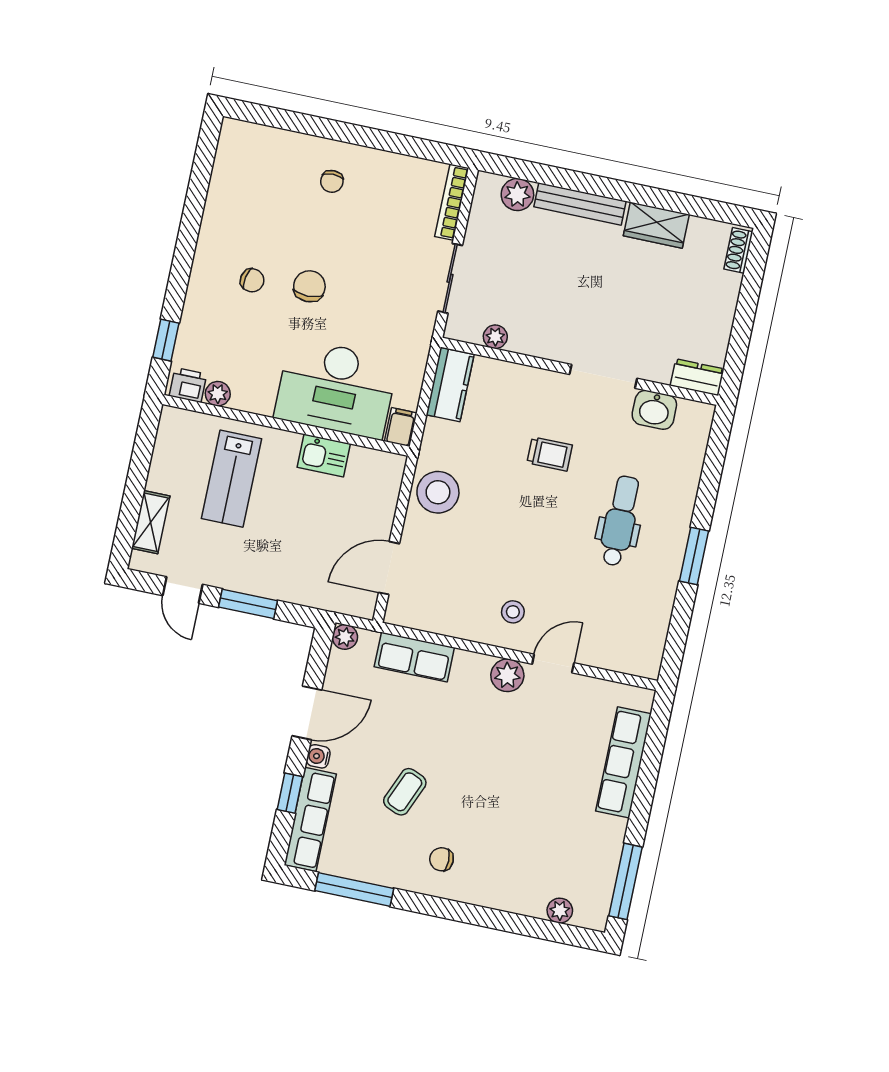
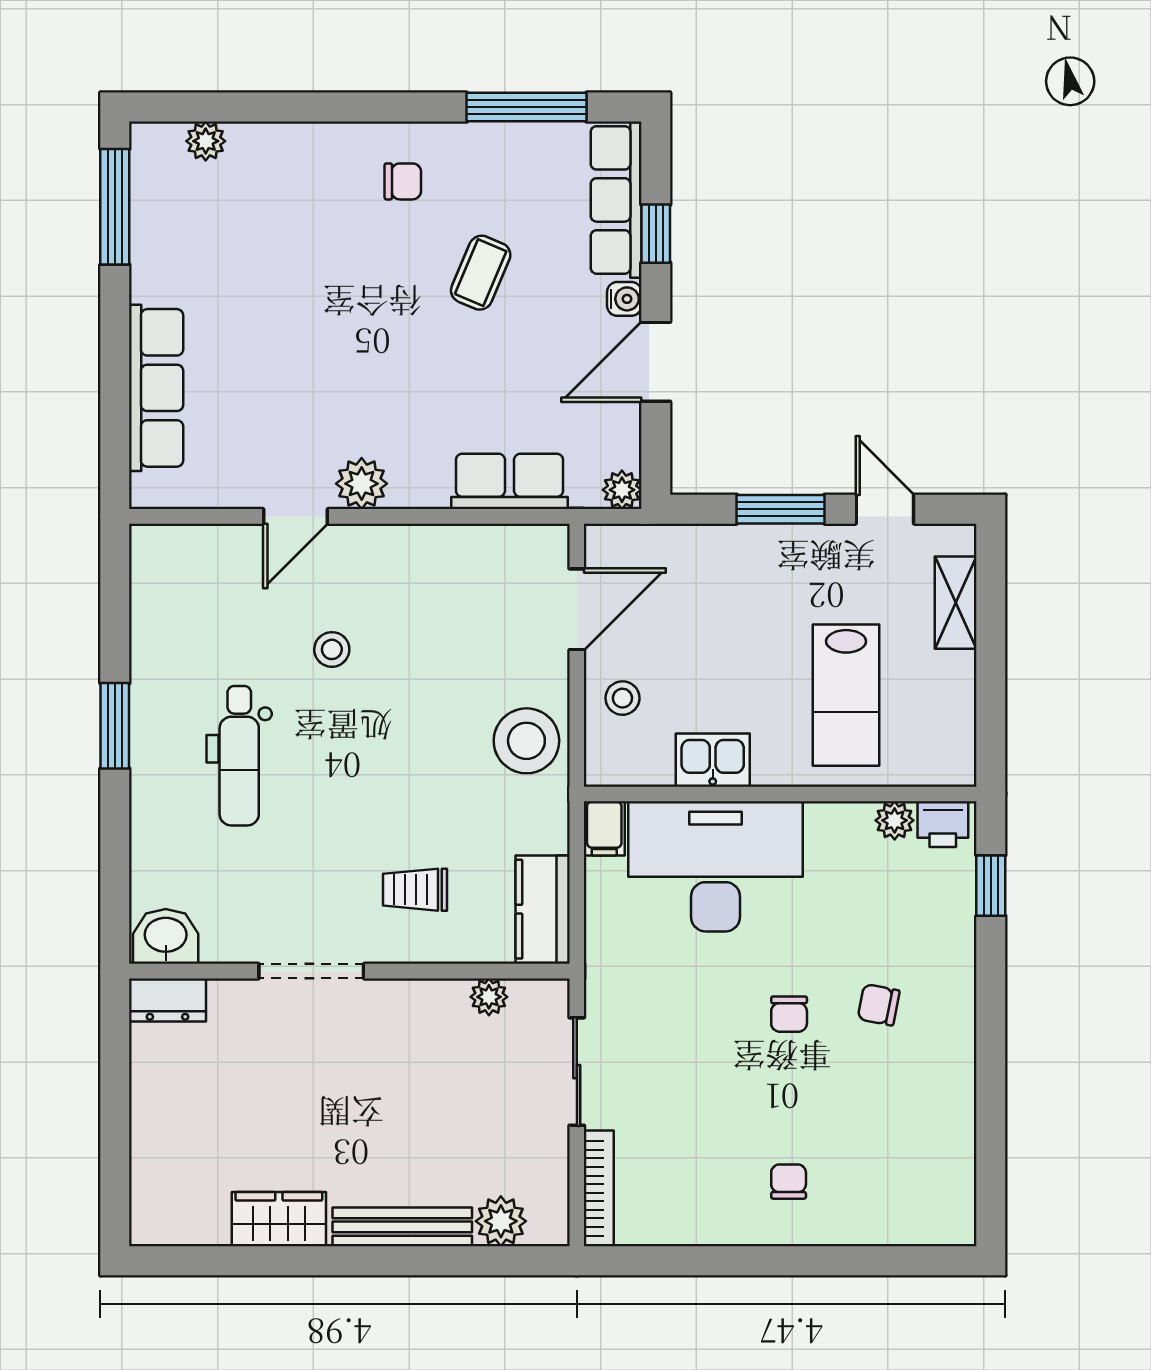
shoe rack: (738, 250) -> (145, 1207), removed
chair: (309, 286) -> (789, 1014), width x0.73, depth x0.73
washbasin: (654, 410) -> (166, 936), moved
trolley: (550, 454) -> (415, 890), moved
lab bench: (232, 479) -> (846, 695), turned 180
stool: (372, 506) -> (622, 698), added
stool: (513, 612) -> (332, 649), moved

